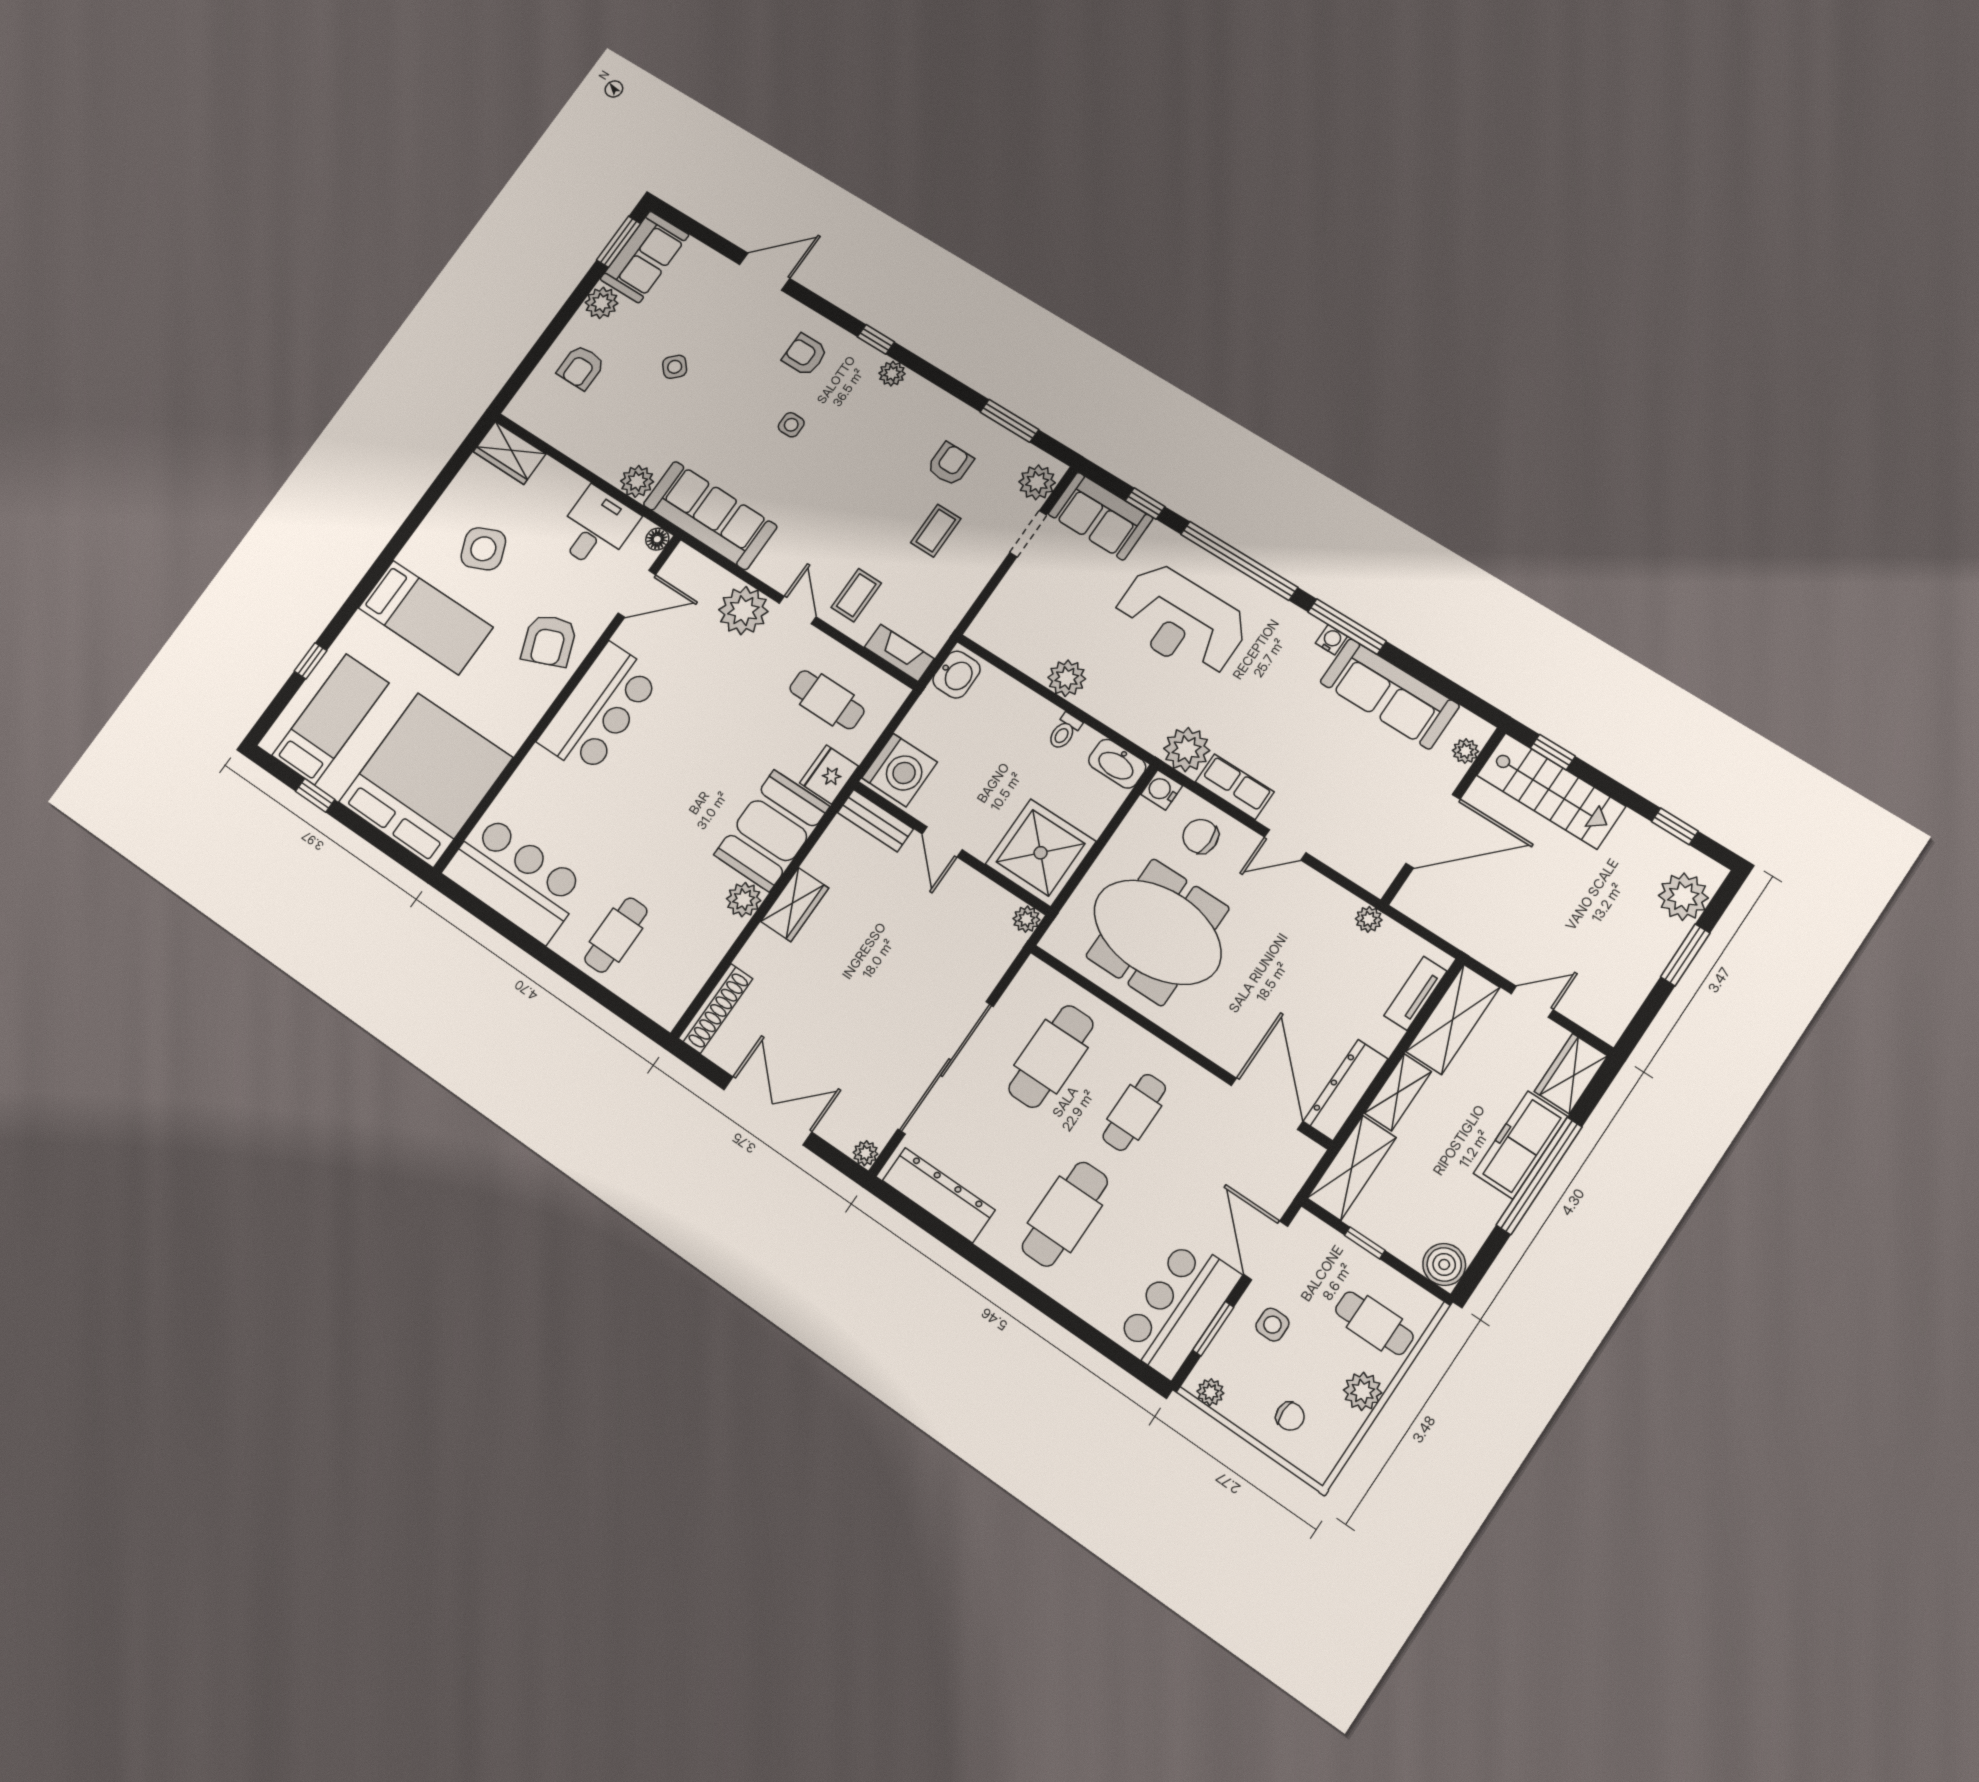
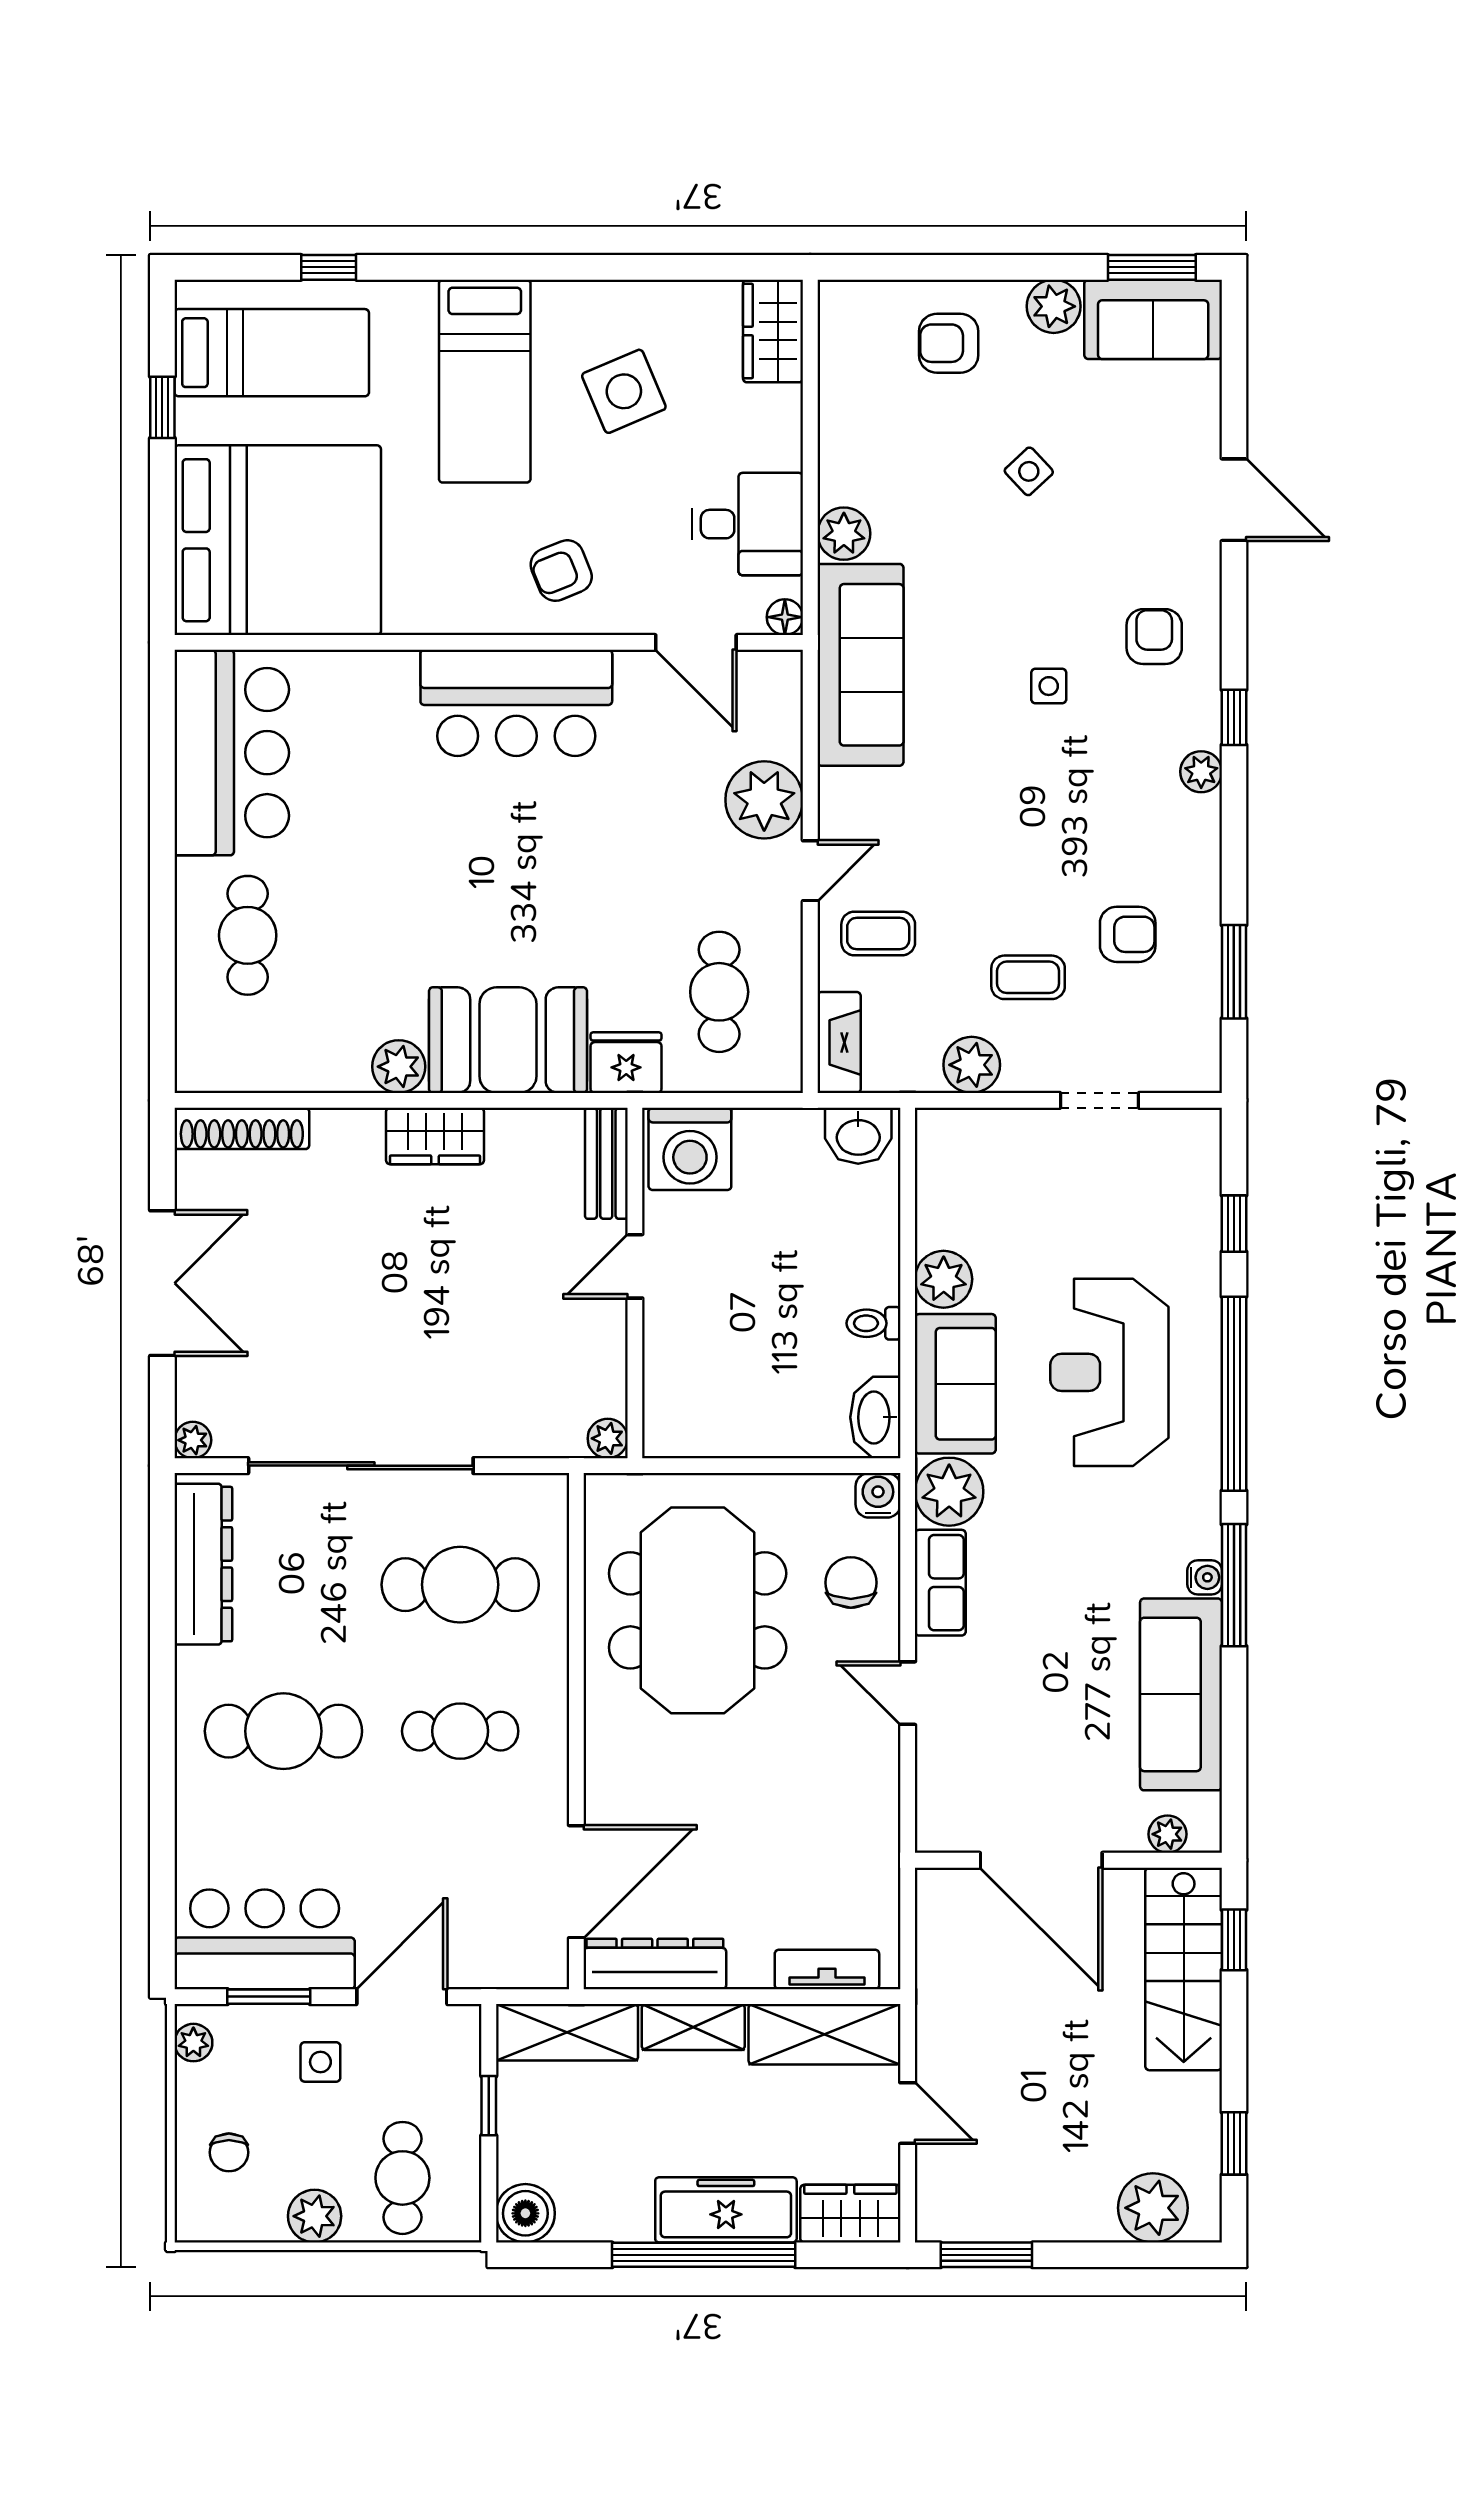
plant: (1037, 482) -> (972, 1065), moved
sofa: (1100, 516) -> (955, 1384), moved, turned 180
armchair: (549, 641) -> (561, 571), width x0.72, depth x0.72
shower: (1041, 853) -> (702, 1399), removed
plant: (1369, 919) -> (881, 1855), removed
cafe table: (616, 935) -> (248, 935), turned 90
window: (1685, 955) -> (986, 2255), moved

